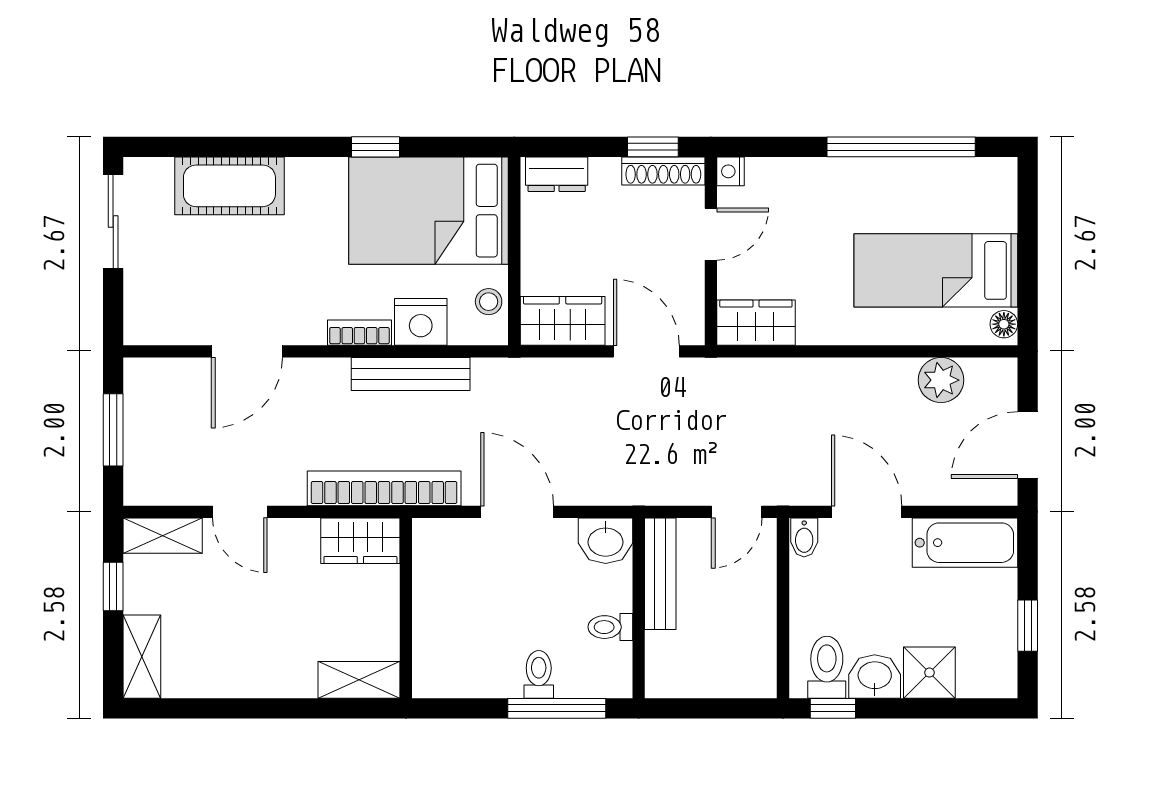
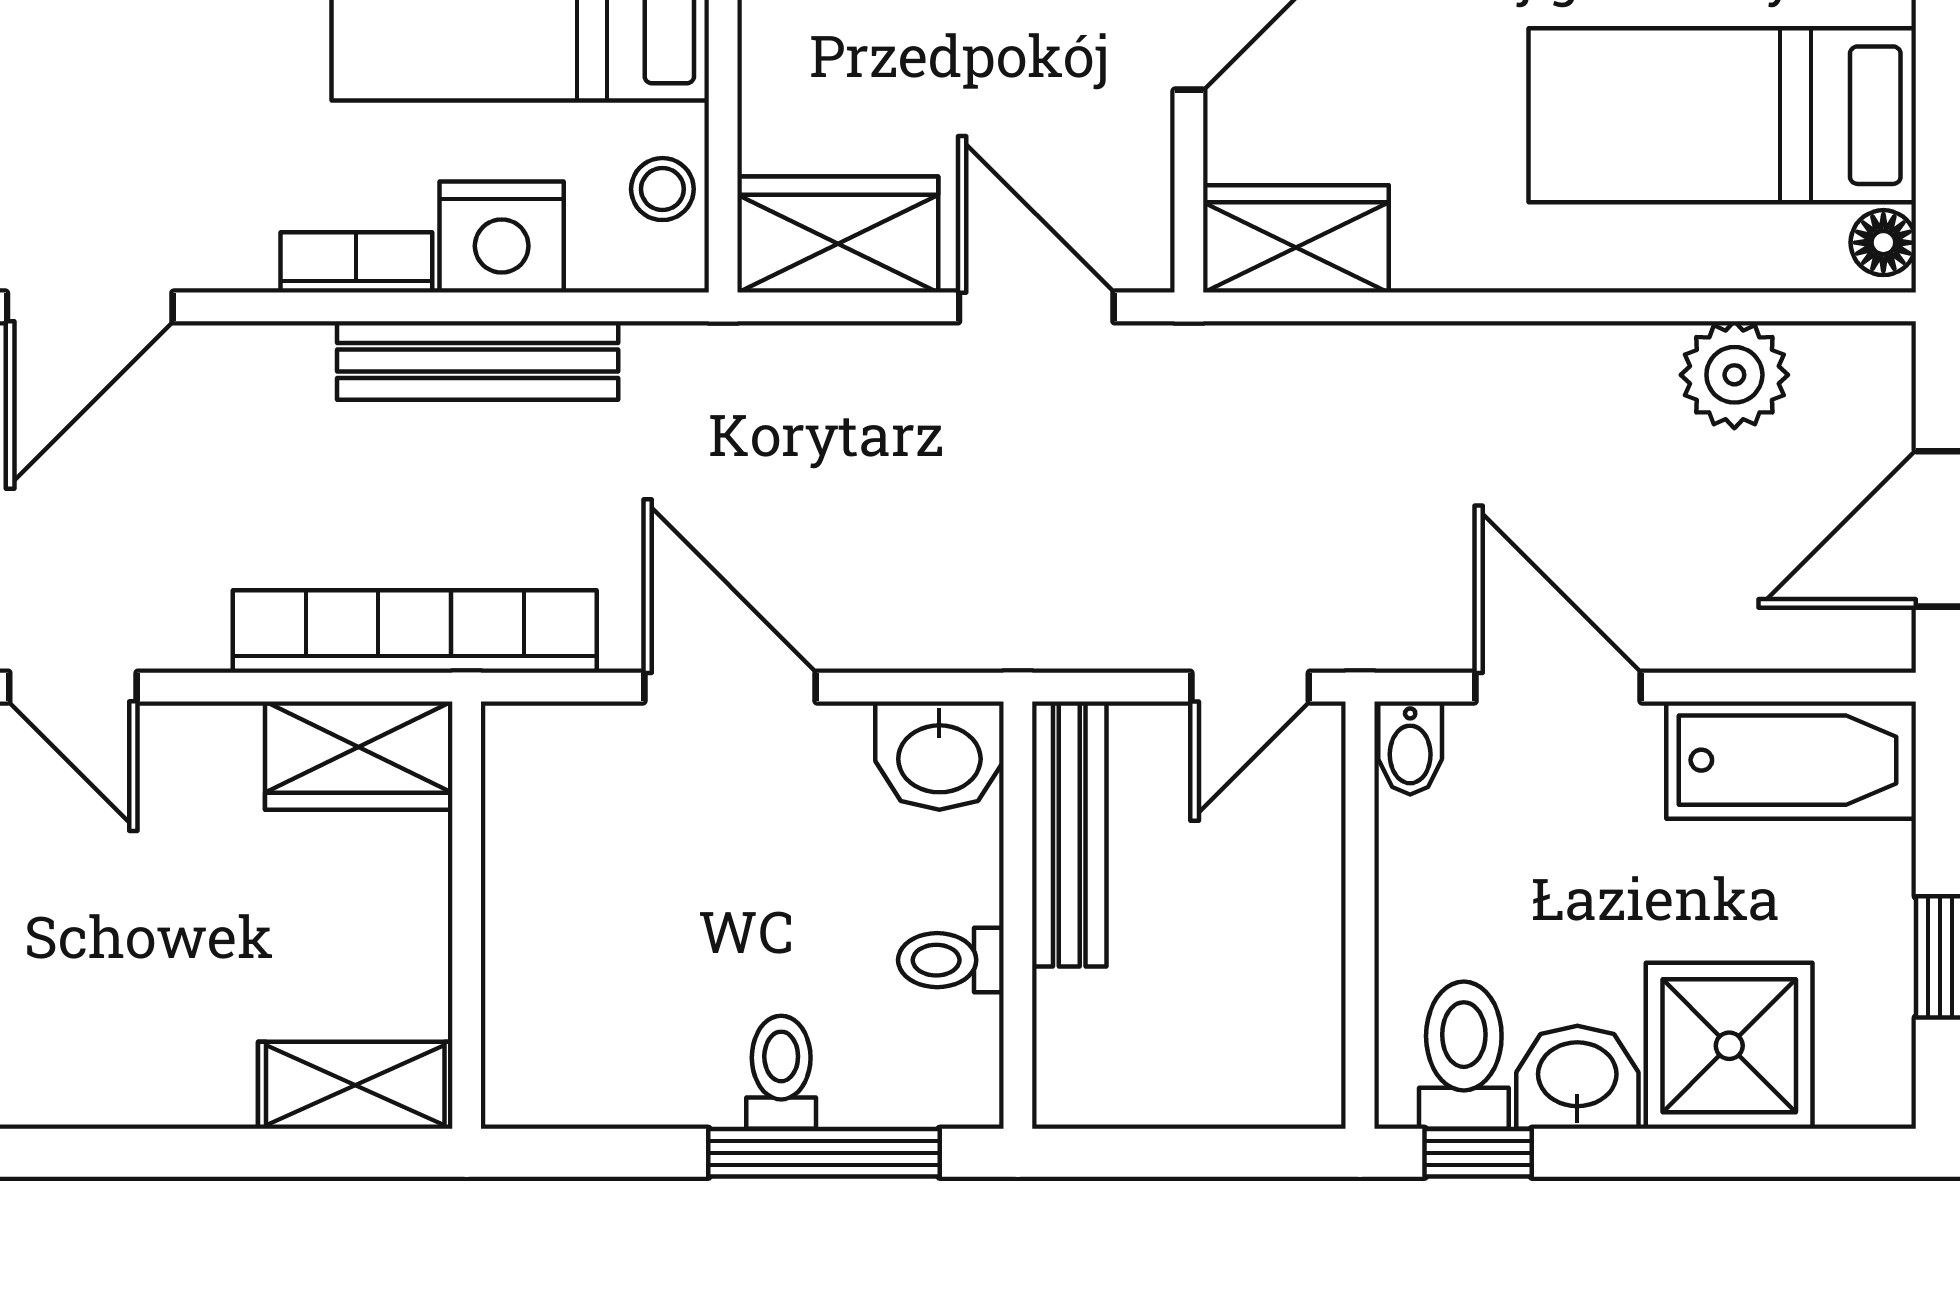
shower: (929, 673) -> (1729, 1046), width x1.36, depth x1.36

